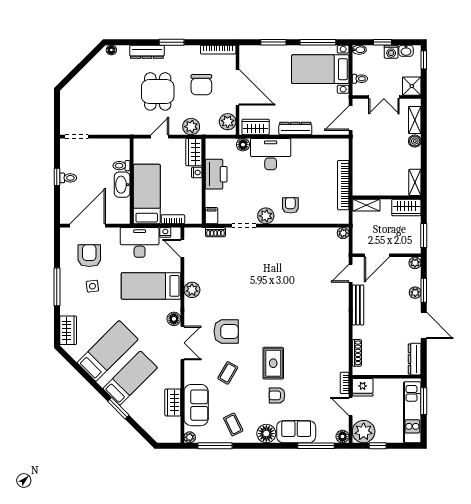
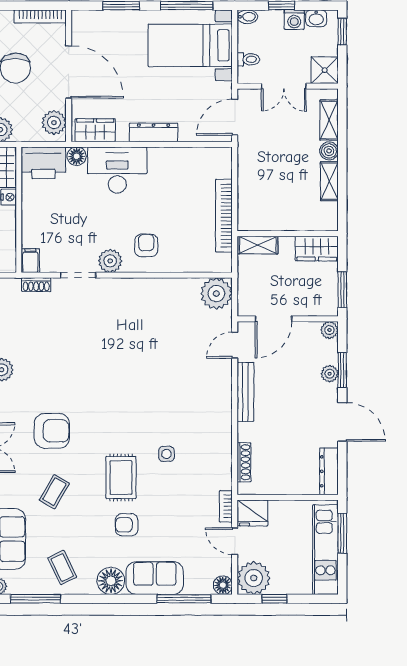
printer: (216, 174) -> (43, 163), moved, turned 90
shelving: (415, 182) -> (329, 181), moved
plant: (343, 233) -> (216, 294), width x1.88, depth x1.88
side table: (304, 347) -> (166, 454), added

